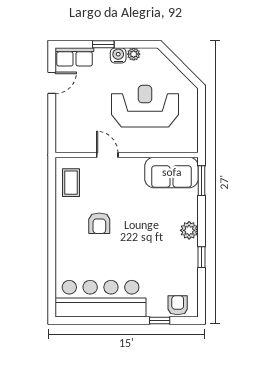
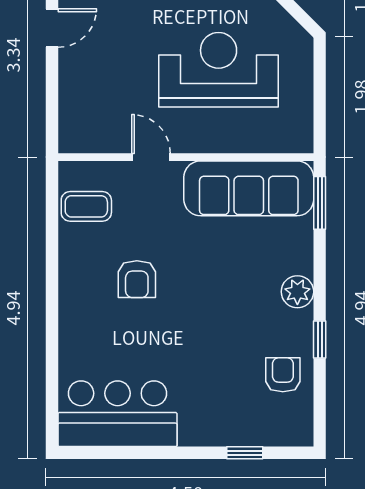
sofa: (172, 172) -> (249, 188), width x1.36
coffee table: (71, 183) -> (86, 206), turned 90
bar counter: (101, 299) -> (117, 414), width x0.73
armchair: (178, 305) -> (283, 375), moved

